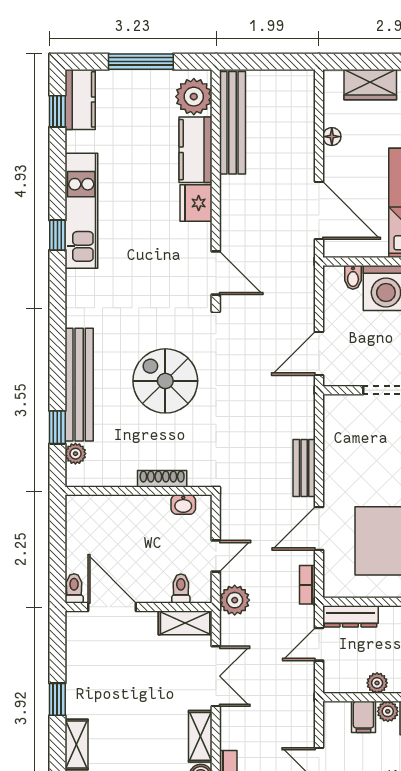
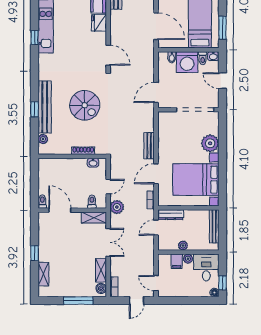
spiral stairs: (165, 381) -> (85, 105), turned 180
window: (57, 427) -> (35, 109), moved

